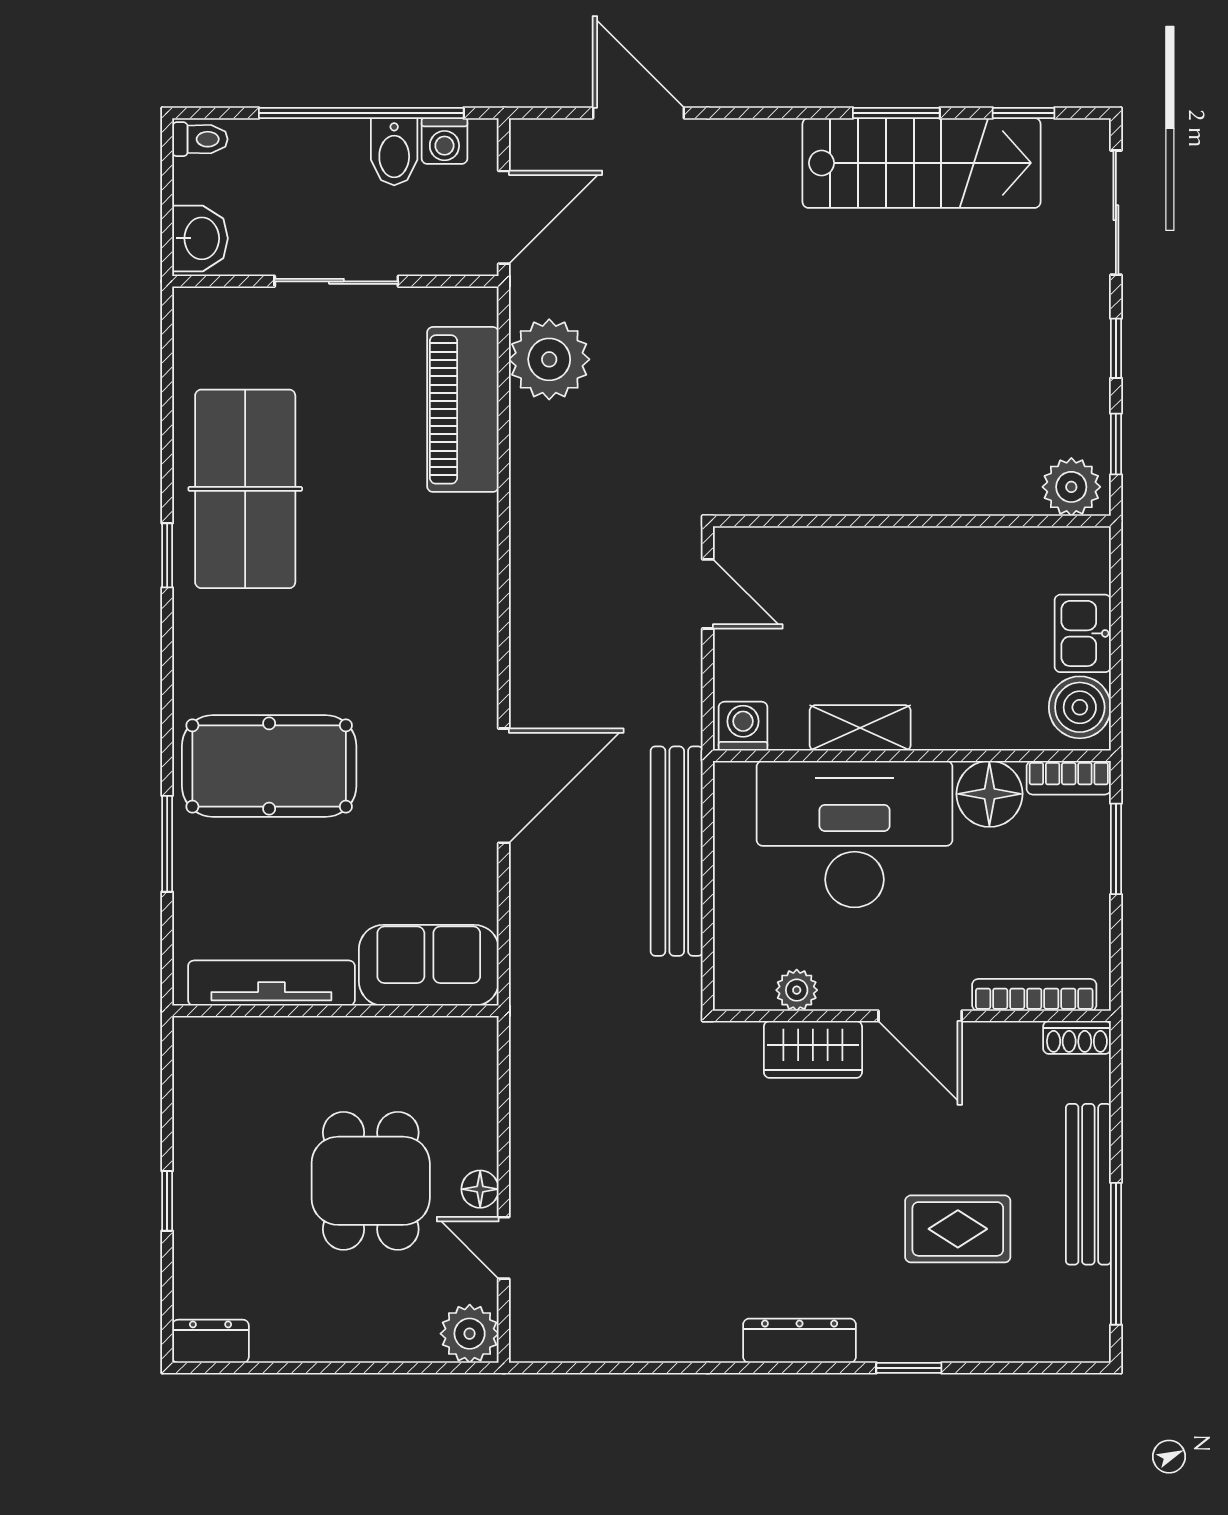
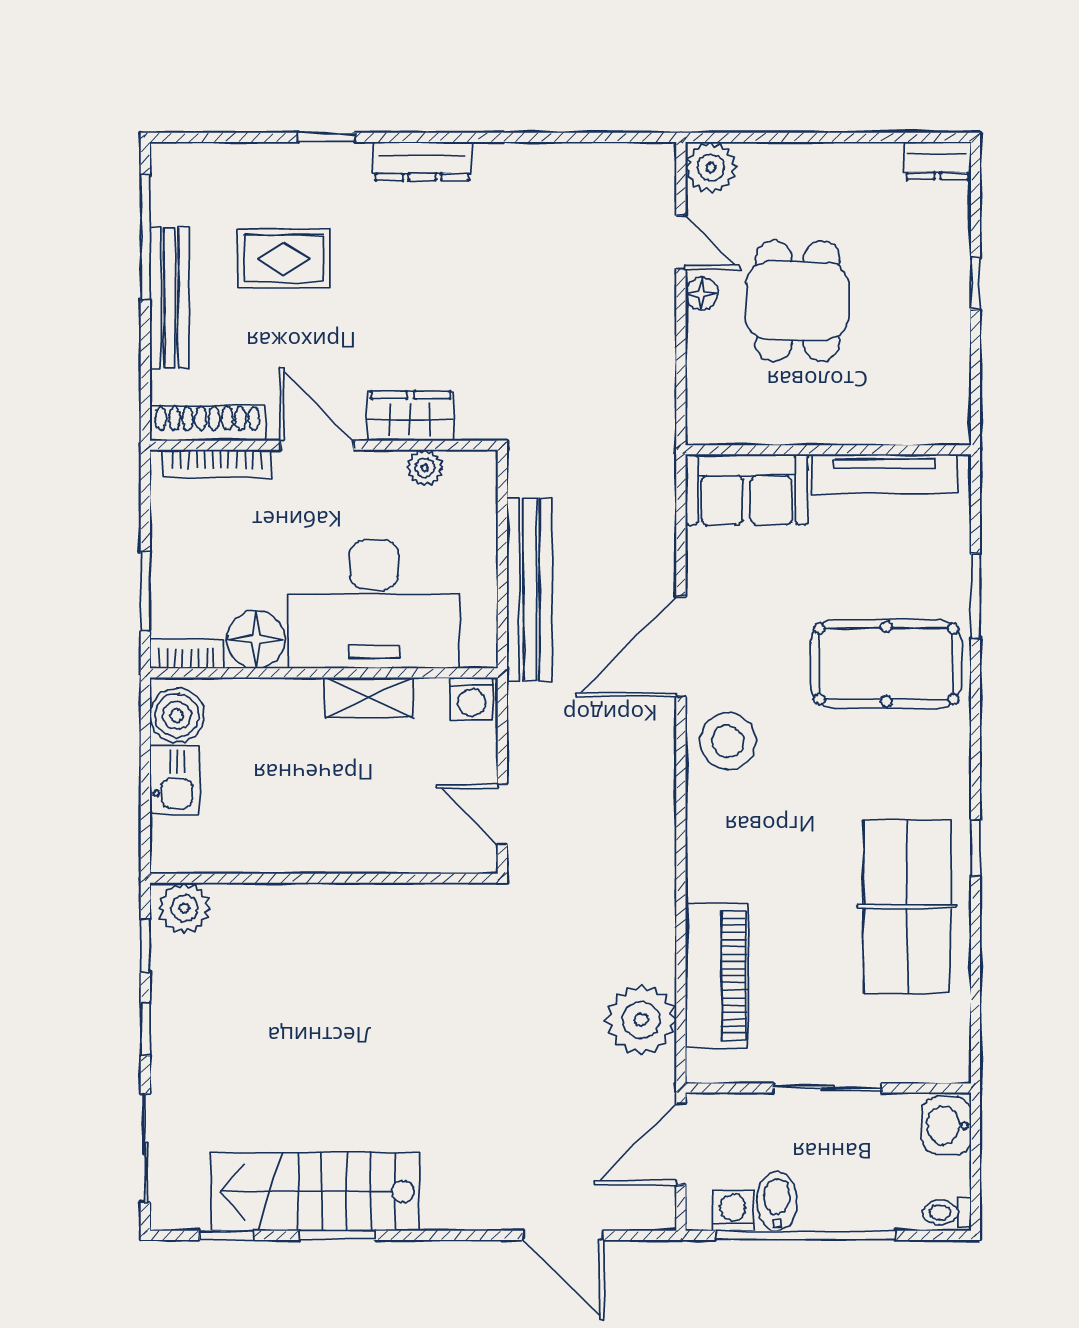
stool: (450, 678) -> (728, 741), added
shoe rack: (1077, 1037) -> (207, 423), width x1.94, depth x1.24

